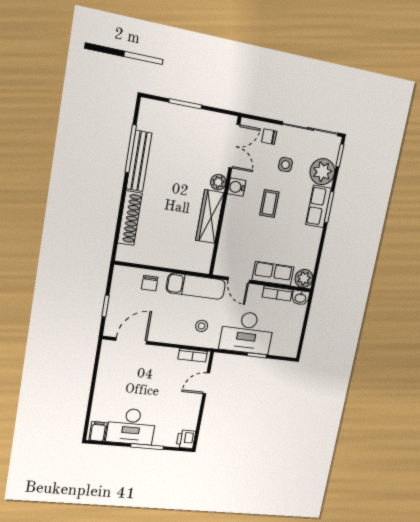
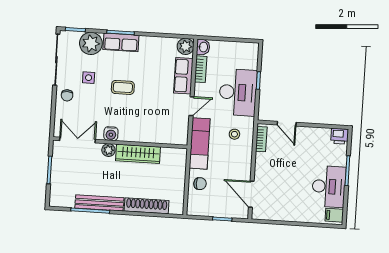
double door: (234, 146) -> (78, 140), moved
plant: (218, 182) -> (108, 150), moved
water cooler: (237, 187) -> (111, 134), moved
wall: (225, 197) -> (120, 143), moved
wardrobe: (210, 217) -> (138, 154), moved

